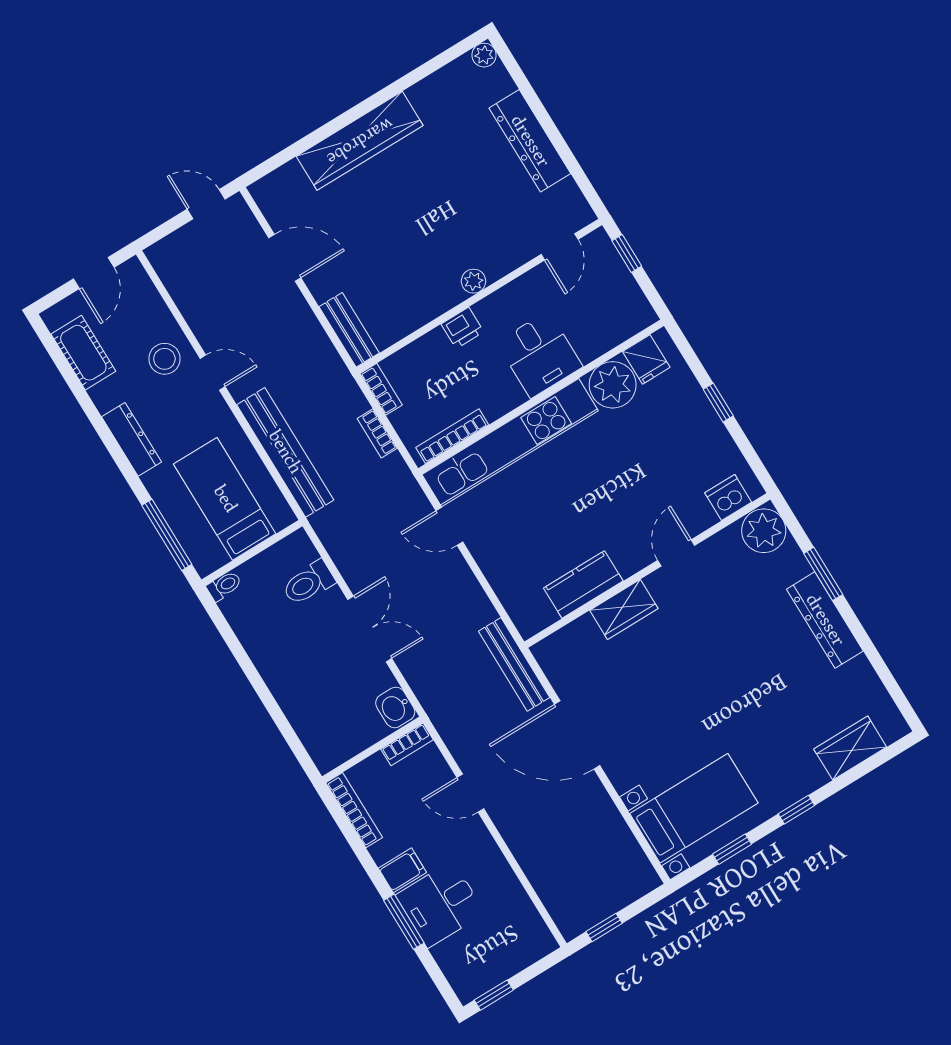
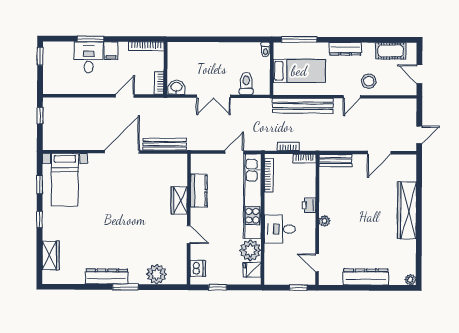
dishwasher: (728, 497) -> (198, 268), moved
door: (676, 553) -> (189, 235), moved
wall: (647, 571) -> (189, 219), moved
kitchen counter: (583, 584) -> (199, 191), moved
wardrobe: (624, 609) -> (179, 200), moved

